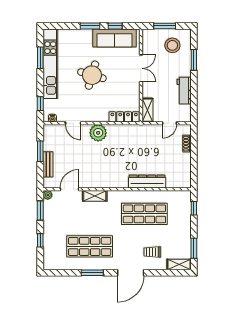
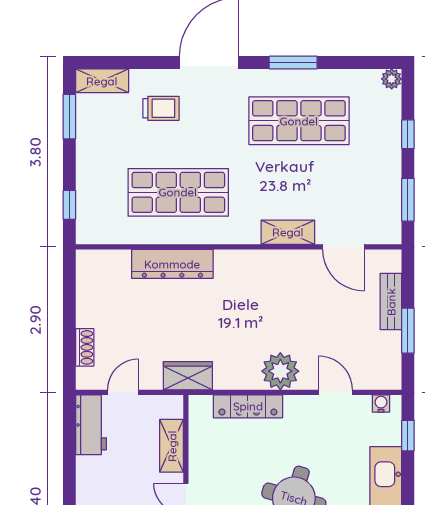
workbench: (184, 91) -> (91, 425), moved
shelving: (147, 110) -> (172, 446), moved
locker: (124, 117) -> (248, 406), moved
wardrobe: (140, 131) -> (188, 376), added
door: (70, 189) -> (343, 247), hinge flipped
plant: (48, 195) -> (392, 79), moved

